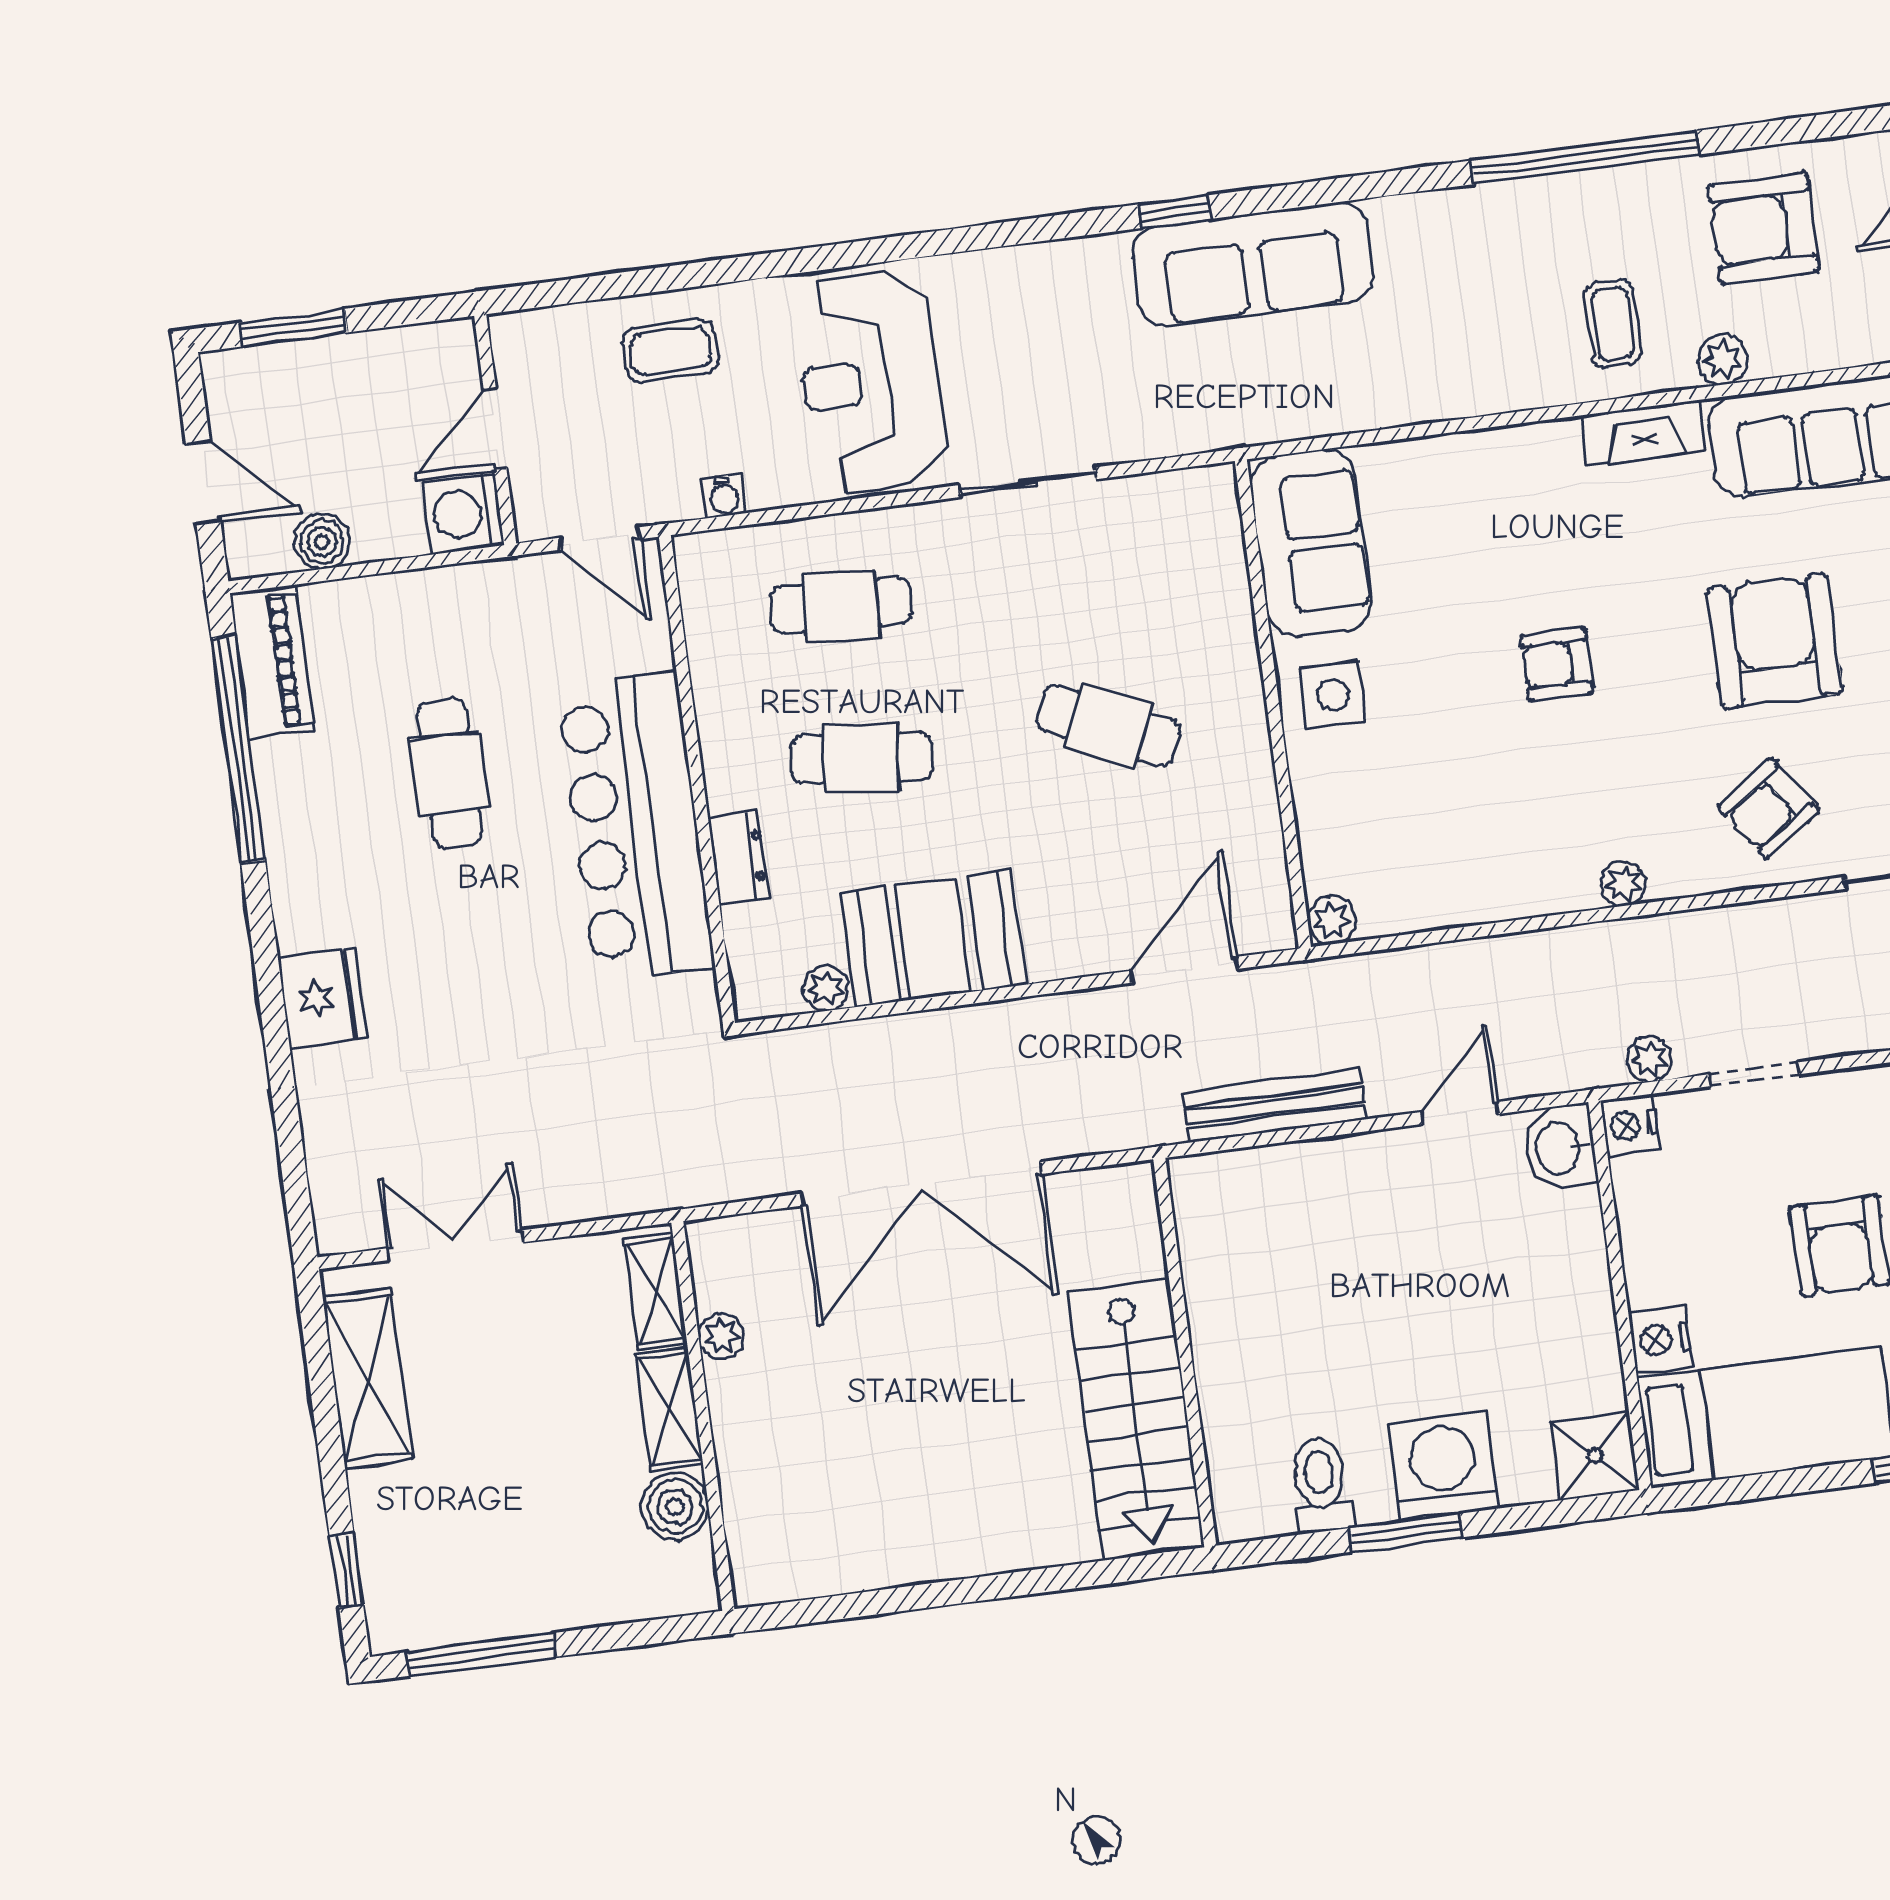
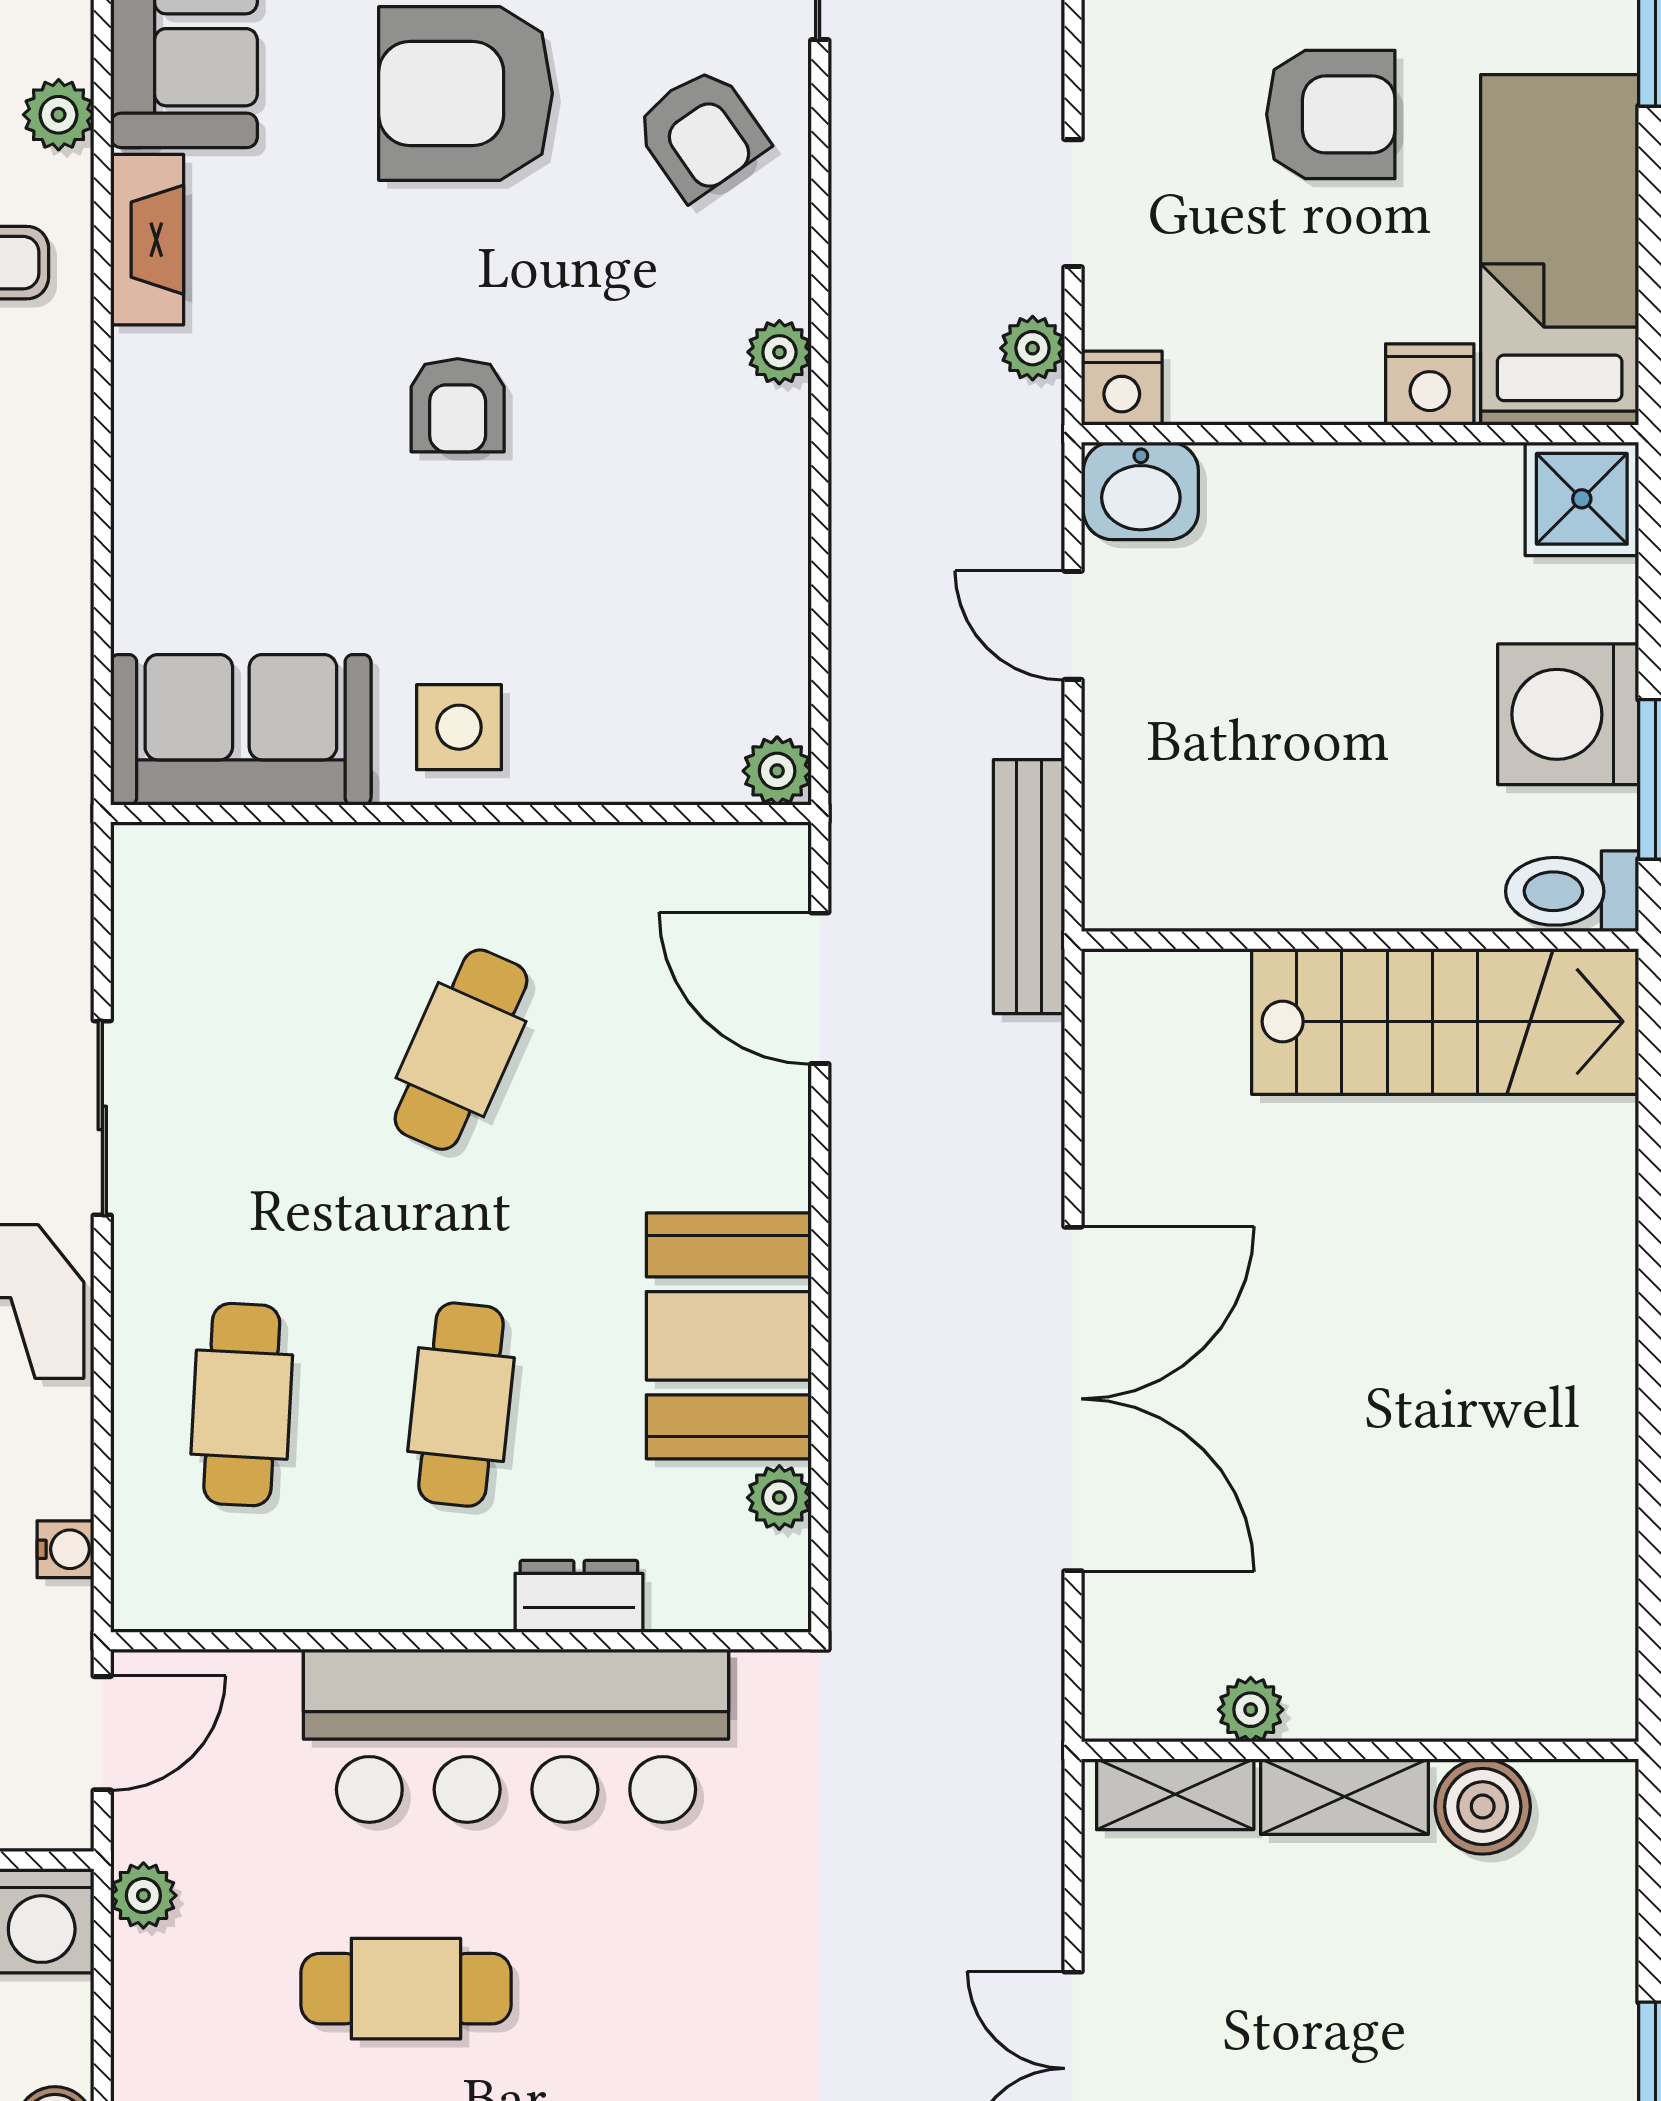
plant: (490, 582) -> (143, 1895), added
wall: (1185, 1352) -> (1360, 940), moved
stairs: (1136, 1419) -> (1445, 1022), moved

